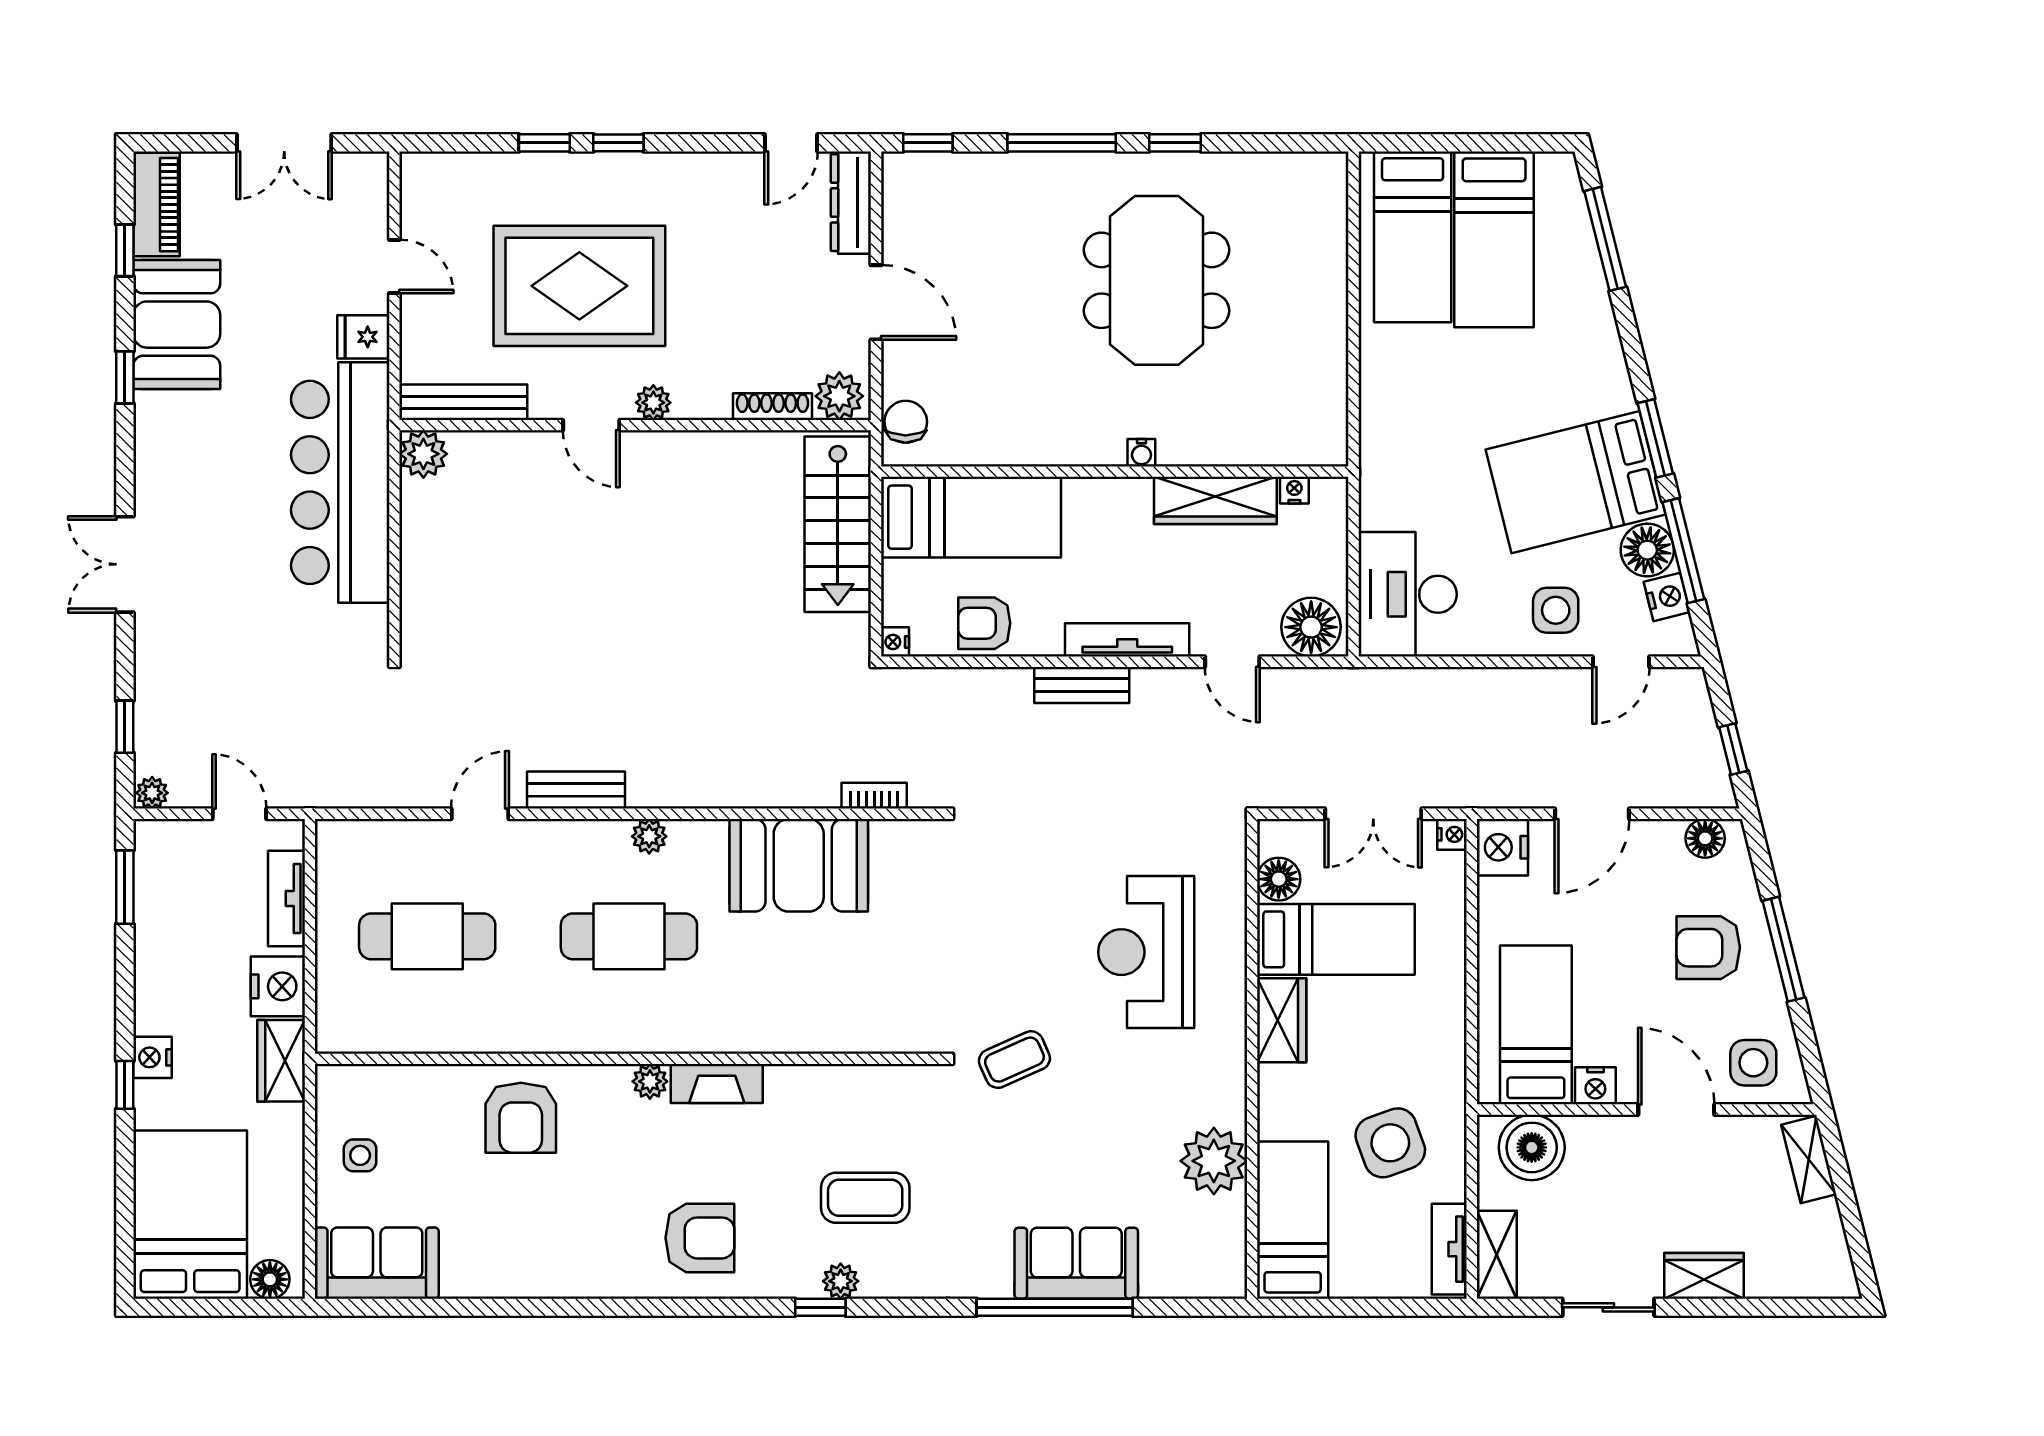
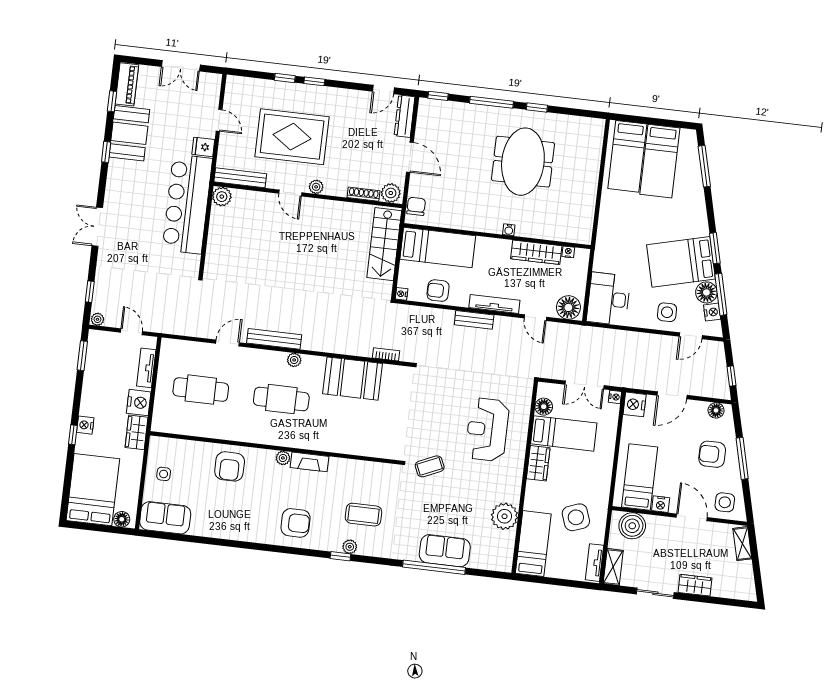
bench: (576, 790) -> (274, 339), width x1.36

